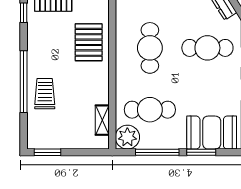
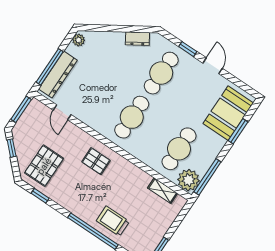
pallet: (89, 42) -> (96, 161), width x0.67, depth x0.71
cafe table: (150, 48) -> (132, 117), turned 90
window: (157, 152) -> (207, 177), moved

